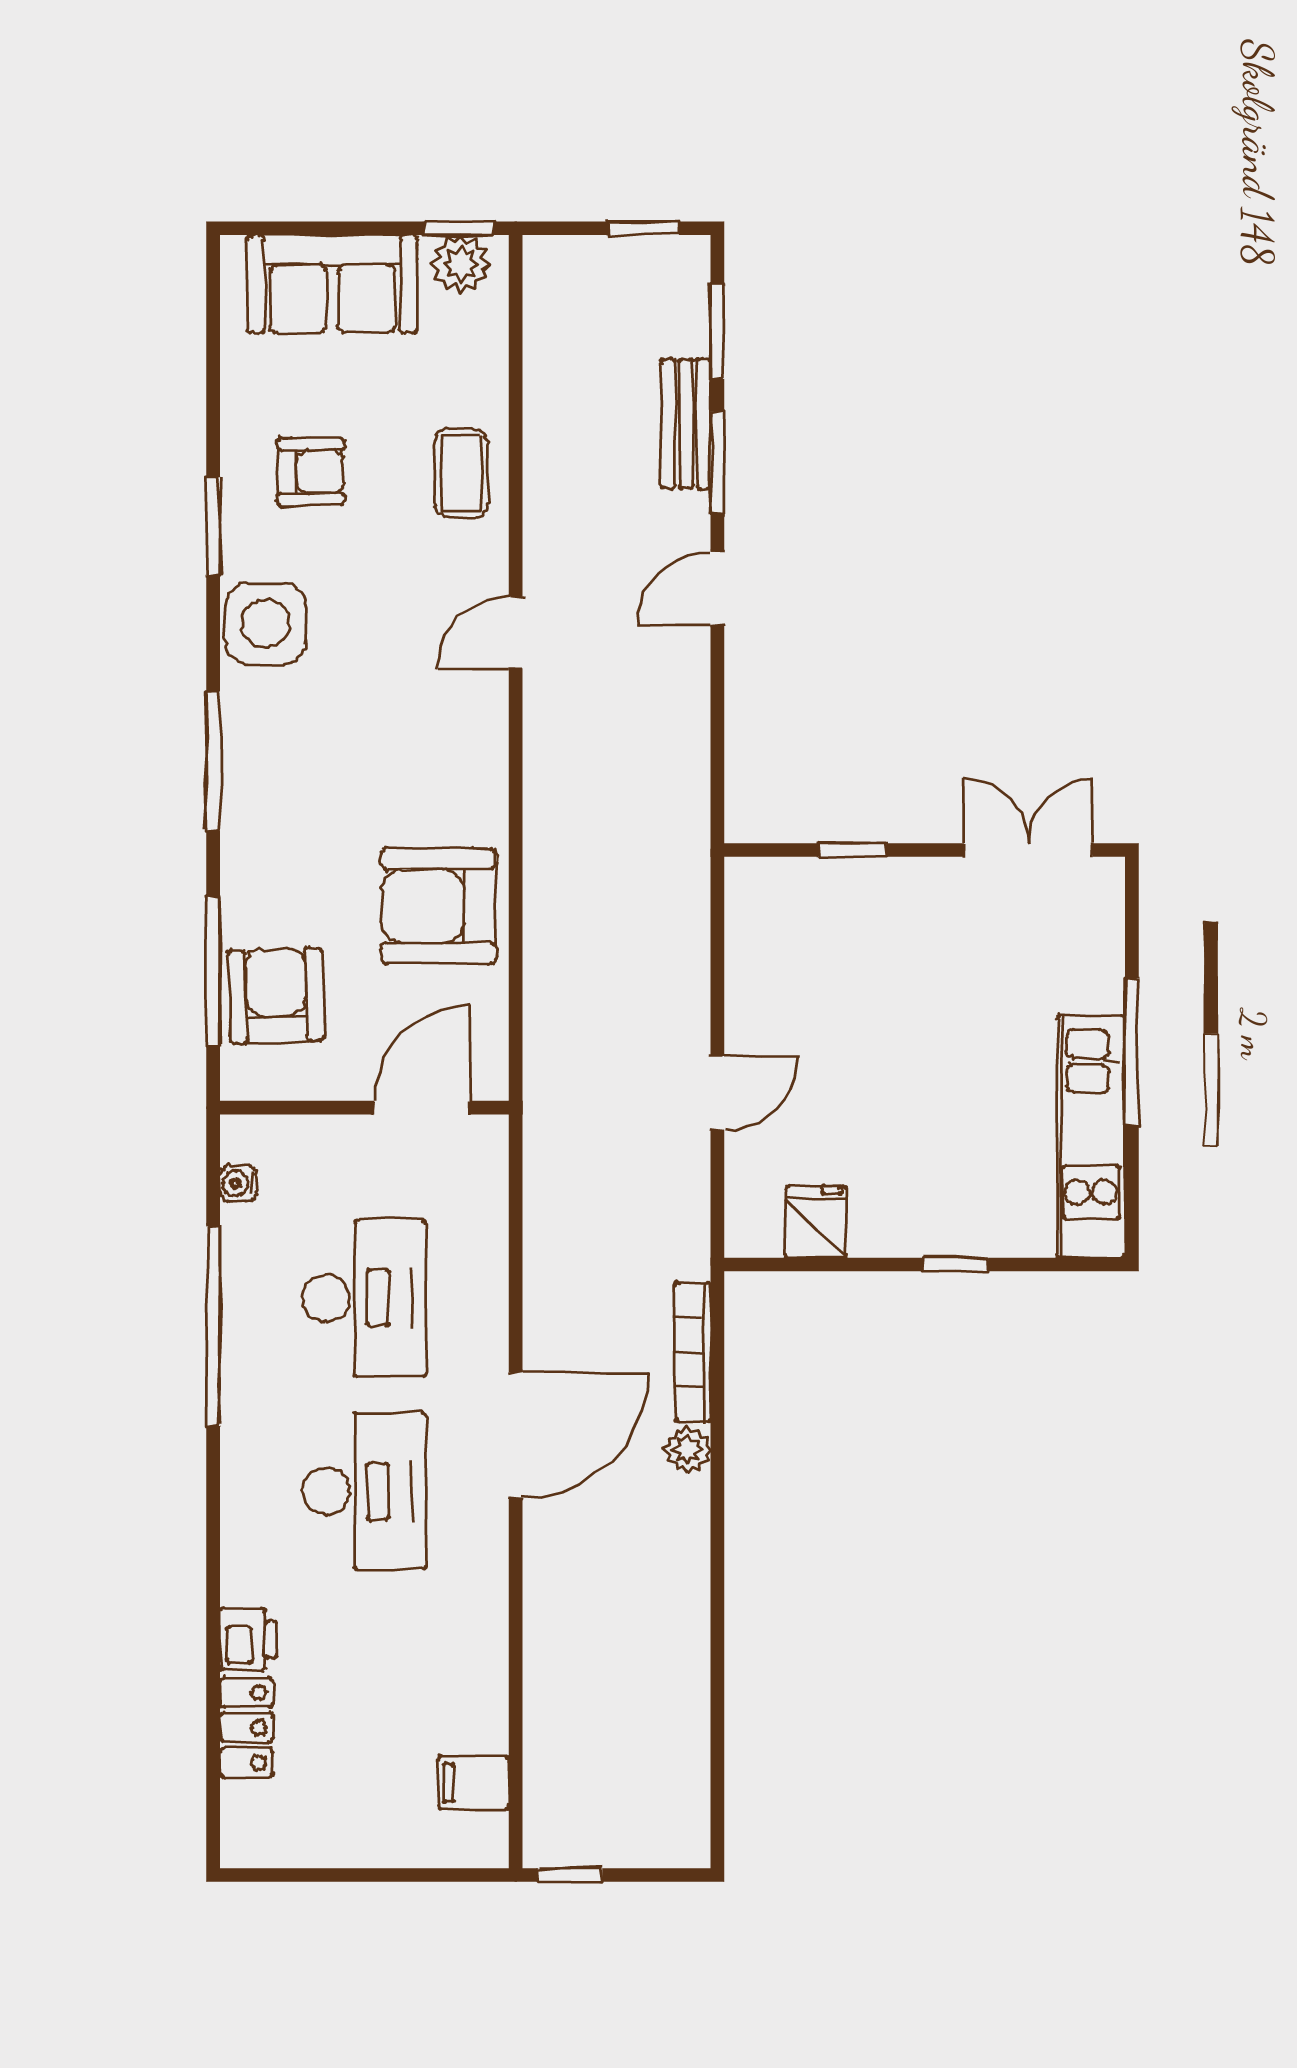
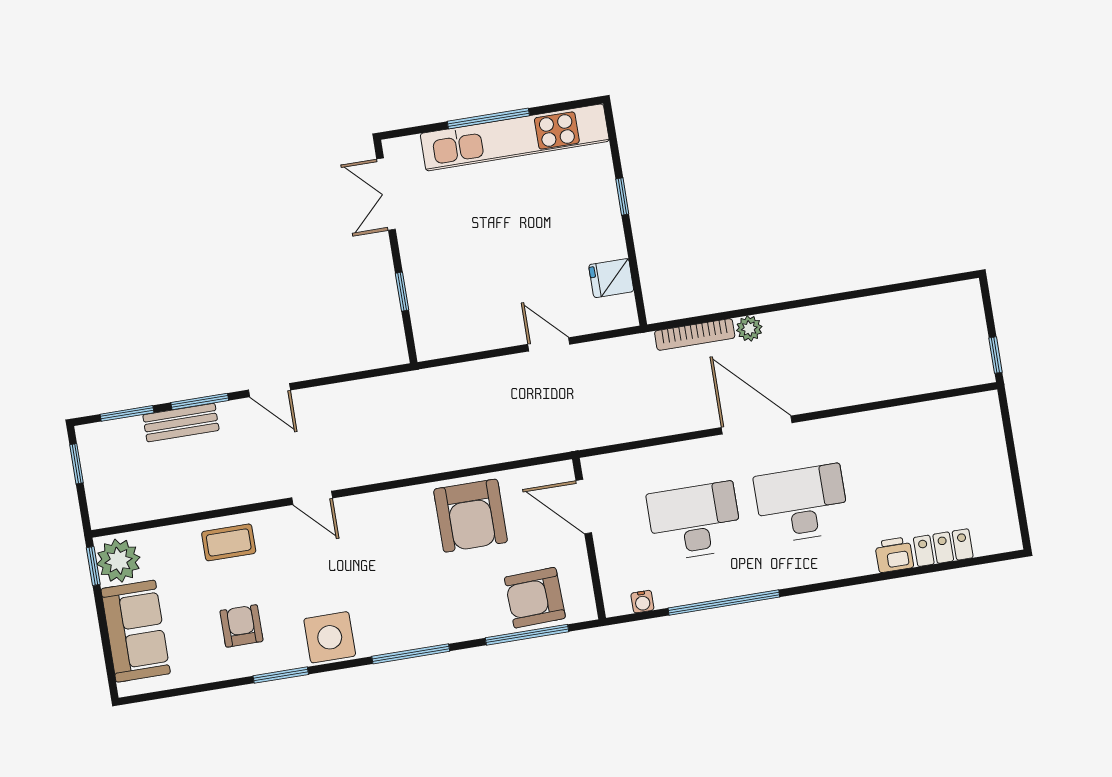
plant: (461, 264) -> (118, 561), width x1.36, depth x1.36
kitchen unit: (1091, 1137) -> (515, 137), width x1.36
filing cabinet: (473, 1783) -> (953, 417), removed

